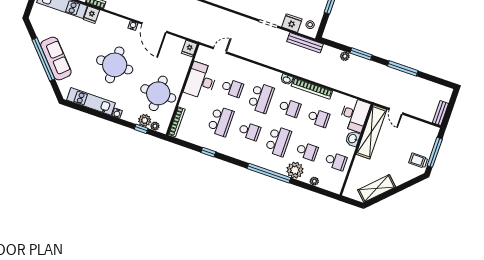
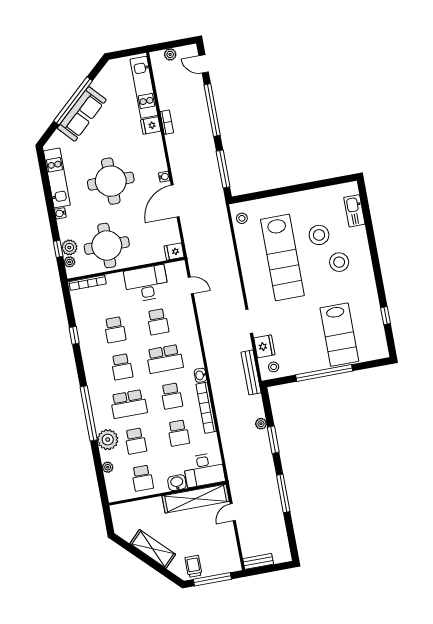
school desk: (221, 121) -> (115, 330), width x0.54
shelving: (377, 188) -> (153, 549), moved

